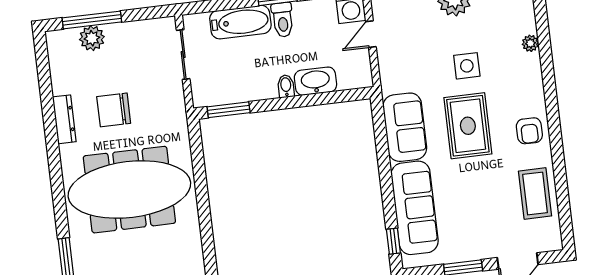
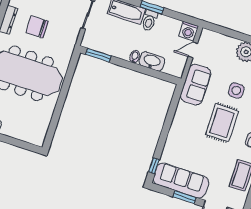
sofa: (405, 127) -> (196, 85), moved
sofa: (415, 208) -> (181, 180), moved, turned -90

